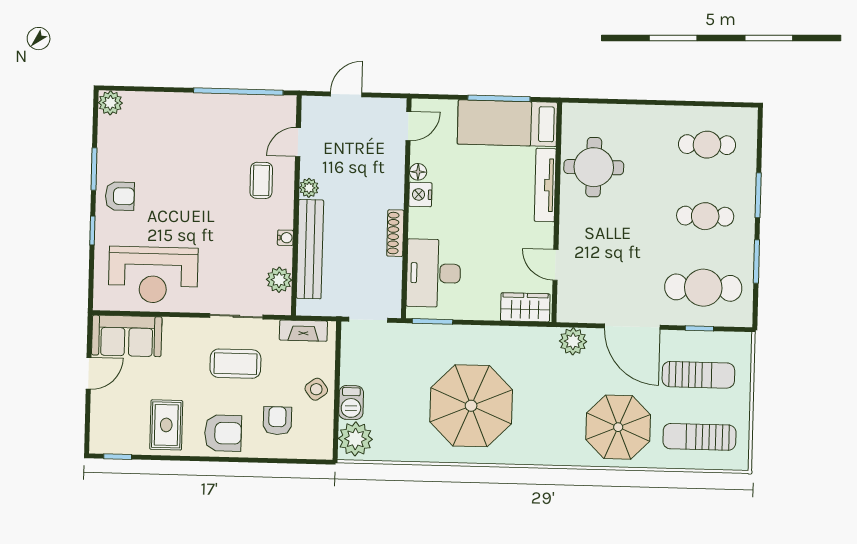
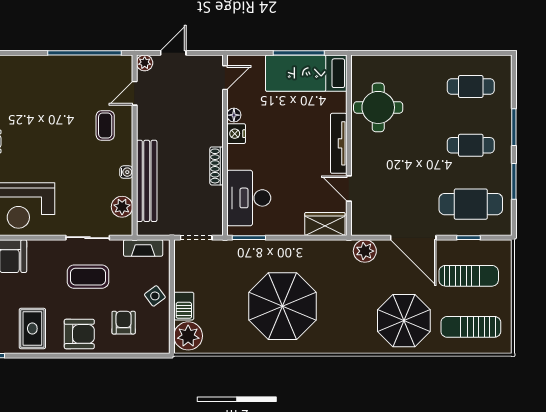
tv unit: (545, 185) -> (339, 143), moved
plant: (309, 188) -> (145, 63), moved

